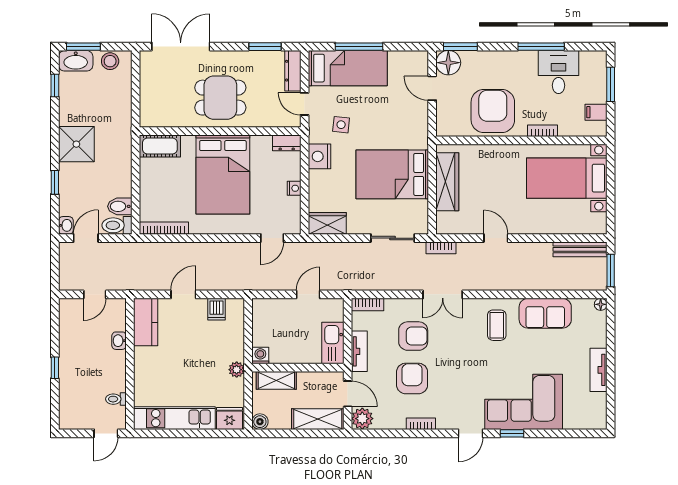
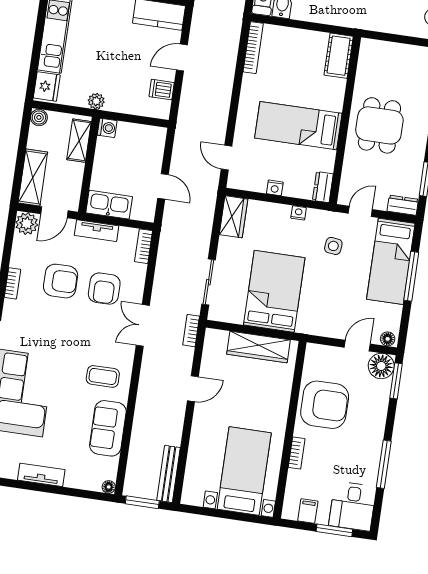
floor lamp: (422, 60) -> (388, 339), added
dresser: (293, 71) -> (403, 205), width x0.70
desk: (558, 72) -> (353, 506), moved, turned 90
nightstand: (319, 156) -> (299, 213), width x0.53, depth x0.56
bed: (223, 175) -> (298, 126), width x0.67
door: (183, 294) -> (182, 58), swing flipped

